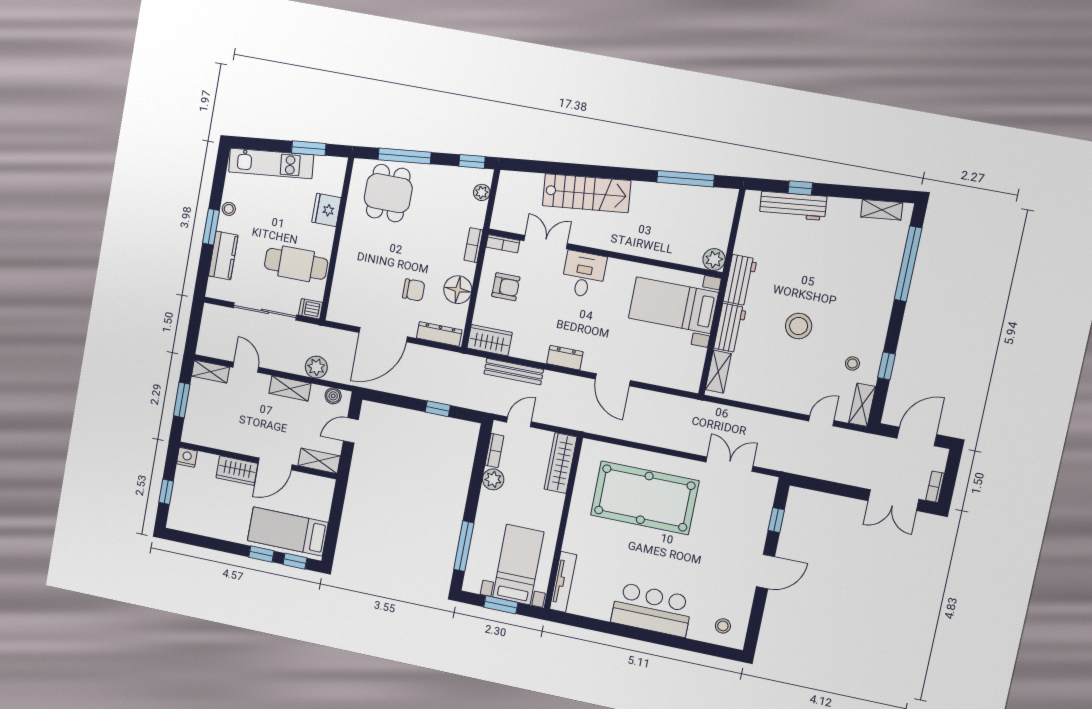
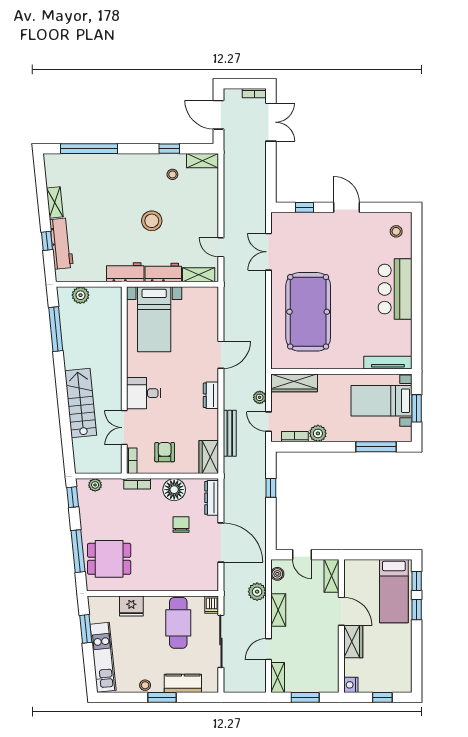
shelving: (882, 210) -> (55, 202), moved
plant: (714, 260) -> (80, 295), moved
plant: (551, 417) -> (260, 397), added
door: (821, 421) -> (221, 247), moved

